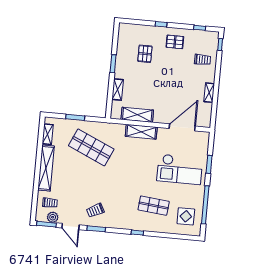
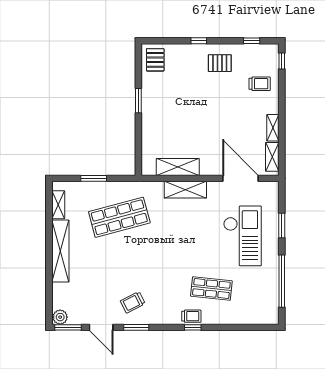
pallet: (145, 54) -> (155, 60), moved
shelving: (118, 90) -> (272, 157), moved
door: (182, 127) -> (241, 178), hinge flipped
shop shelf: (91, 147) -> (119, 217), turned -39
checkout: (180, 169) -> (242, 236), turned -90
trolley: (50, 203) -> (191, 316), moved
display table: (186, 216) -> (257, 299), removed
plant: (53, 217) -> (60, 317), moved

